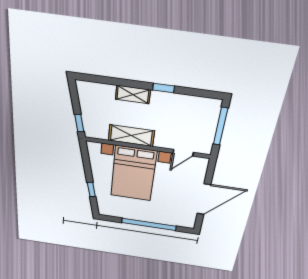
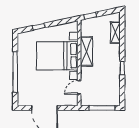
shelving: (133, 94) -> (115, 33), moved
door: (183, 153) -> (79, 87), hinge flipped

